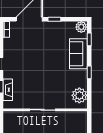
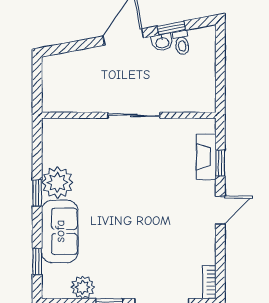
plant: (81, 27) -> (83, 287), moved
plant: (79, 95) -> (57, 182), moved

